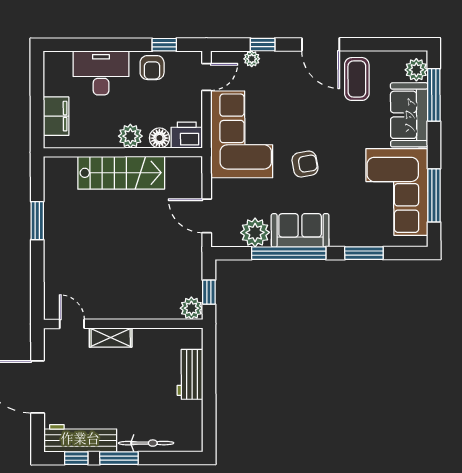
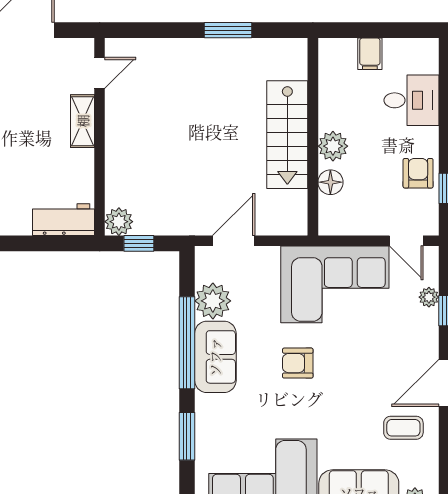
armchair: (152, 68) -> (418, 173), turned 90
desk: (101, 73) -> (411, 100), width x0.73
coffee table: (357, 79) -> (403, 428), width x0.73, depth x0.77
filing cabinet: (56, 116) -> (370, 54), width x0.50
printer: (187, 135) -> (334, 216), removed
armchair: (305, 164) -> (298, 363), turned 100
workbench: (190, 374) -> (64, 220), moved

